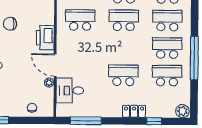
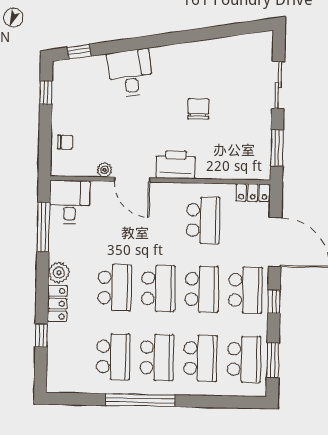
school desk: (124, 48) -> (158, 288), added
door: (55, 65) -> (132, 180), swing flipped
desk: (70, 90) -> (70, 202), moved
plant: (182, 111) -> (59, 273), moved

